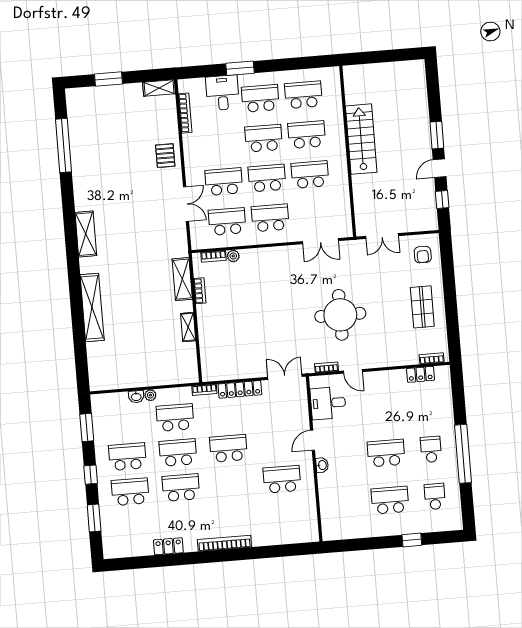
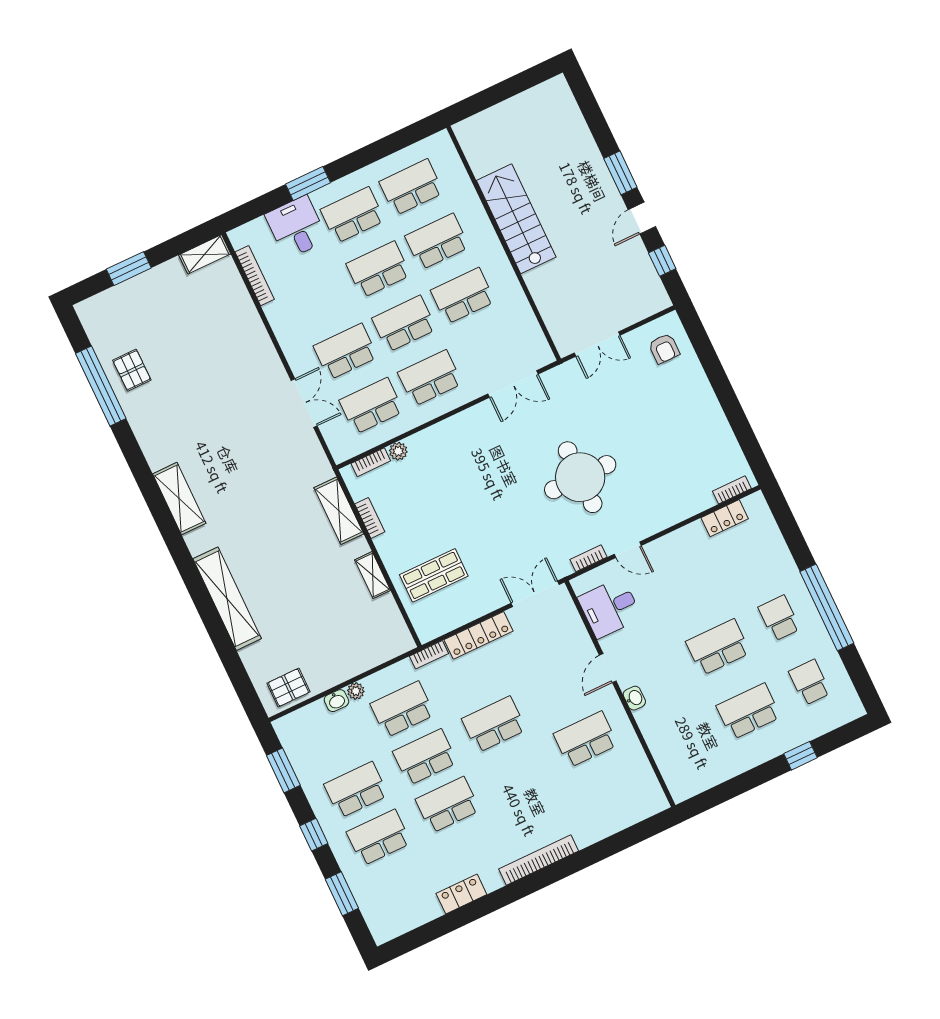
pallet: (165, 156) -> (132, 370), moved
shop shelf: (422, 307) -> (434, 575), moved, turned 90
pallet: (109, 377) -> (288, 688), added

